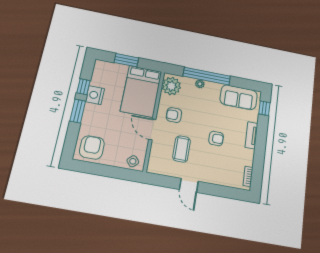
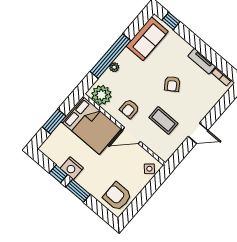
tv unit: (251, 135) -> (202, 61), moved
armchair: (216, 138) -> (172, 84), turned 146

